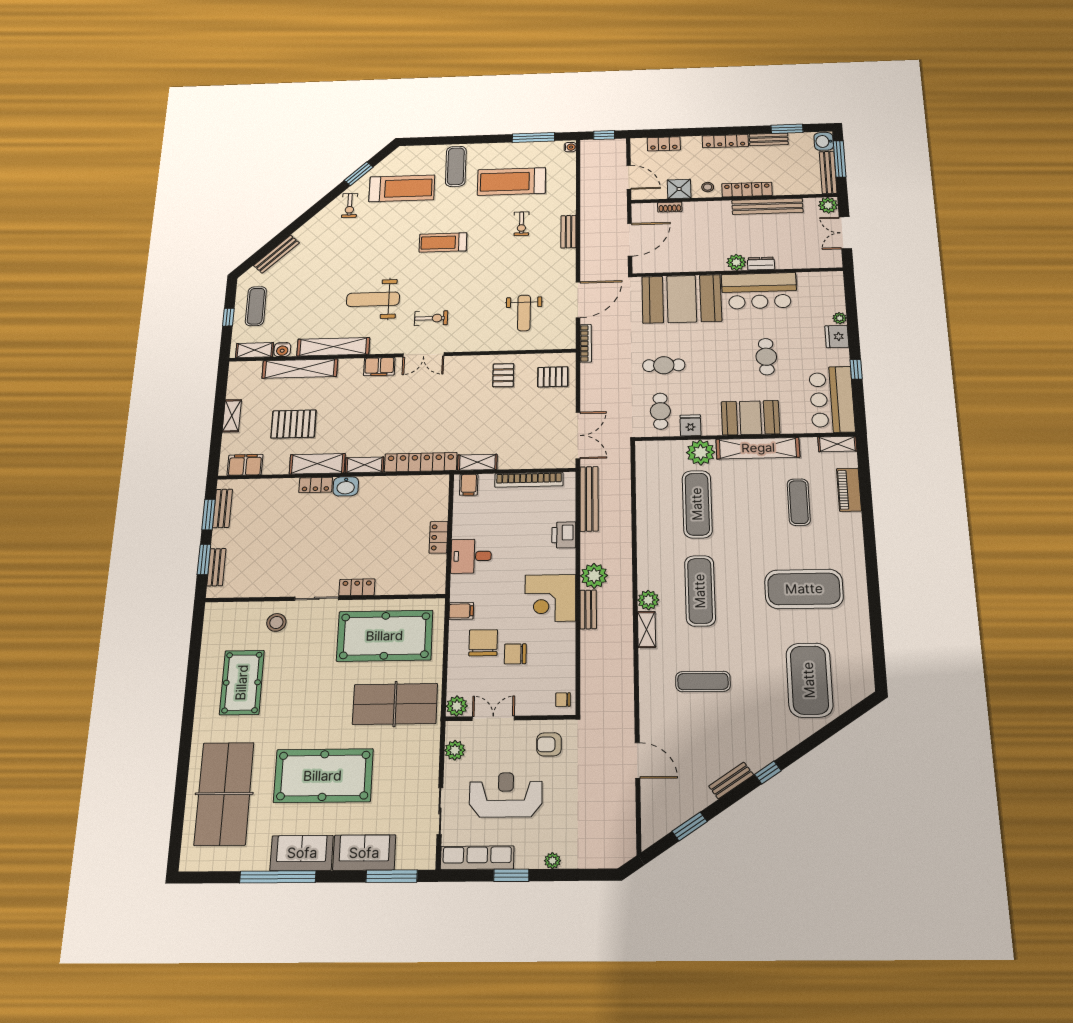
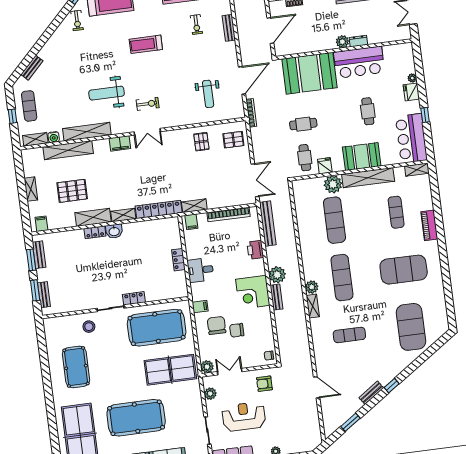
bench: (276, 254) -> (32, 68), width x0.73
filing cabinet: (245, 465) -> (41, 224), width x0.50
piano: (849, 490) -> (429, 225), moved

